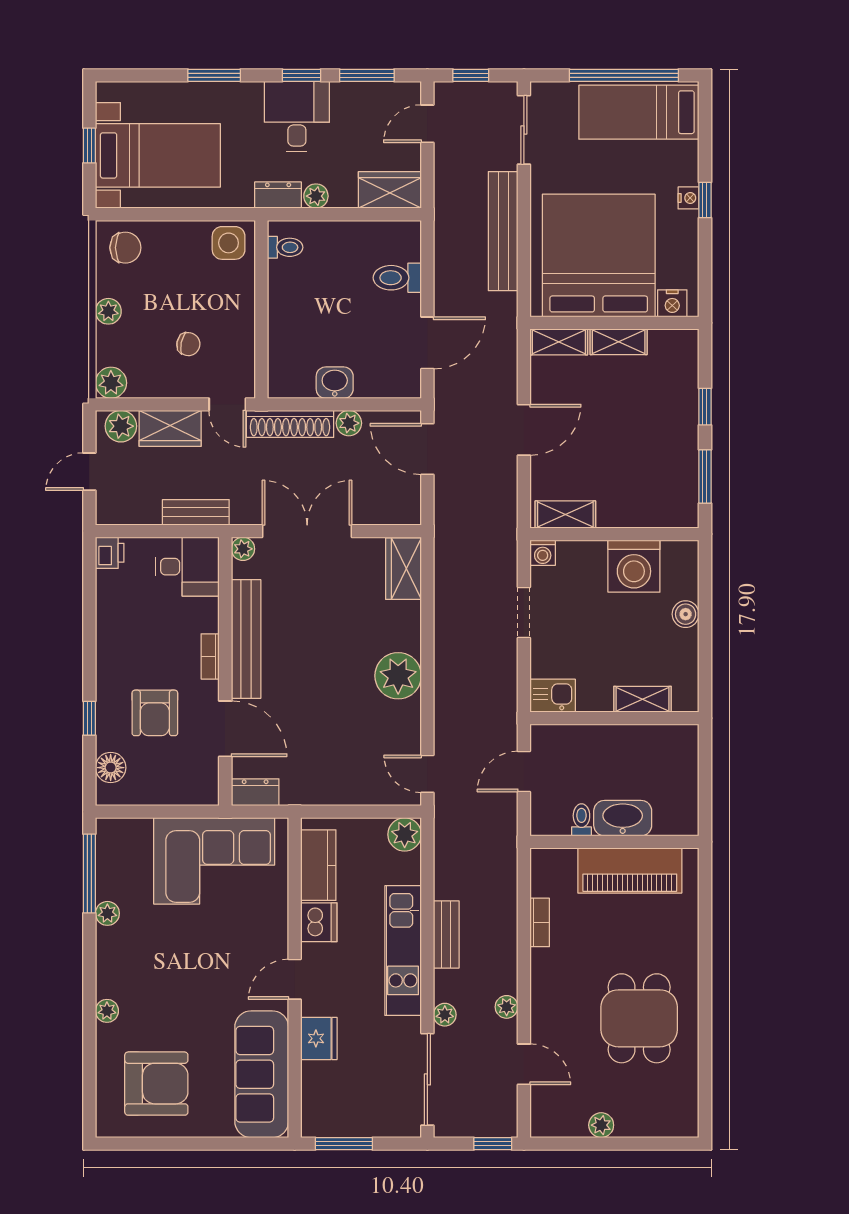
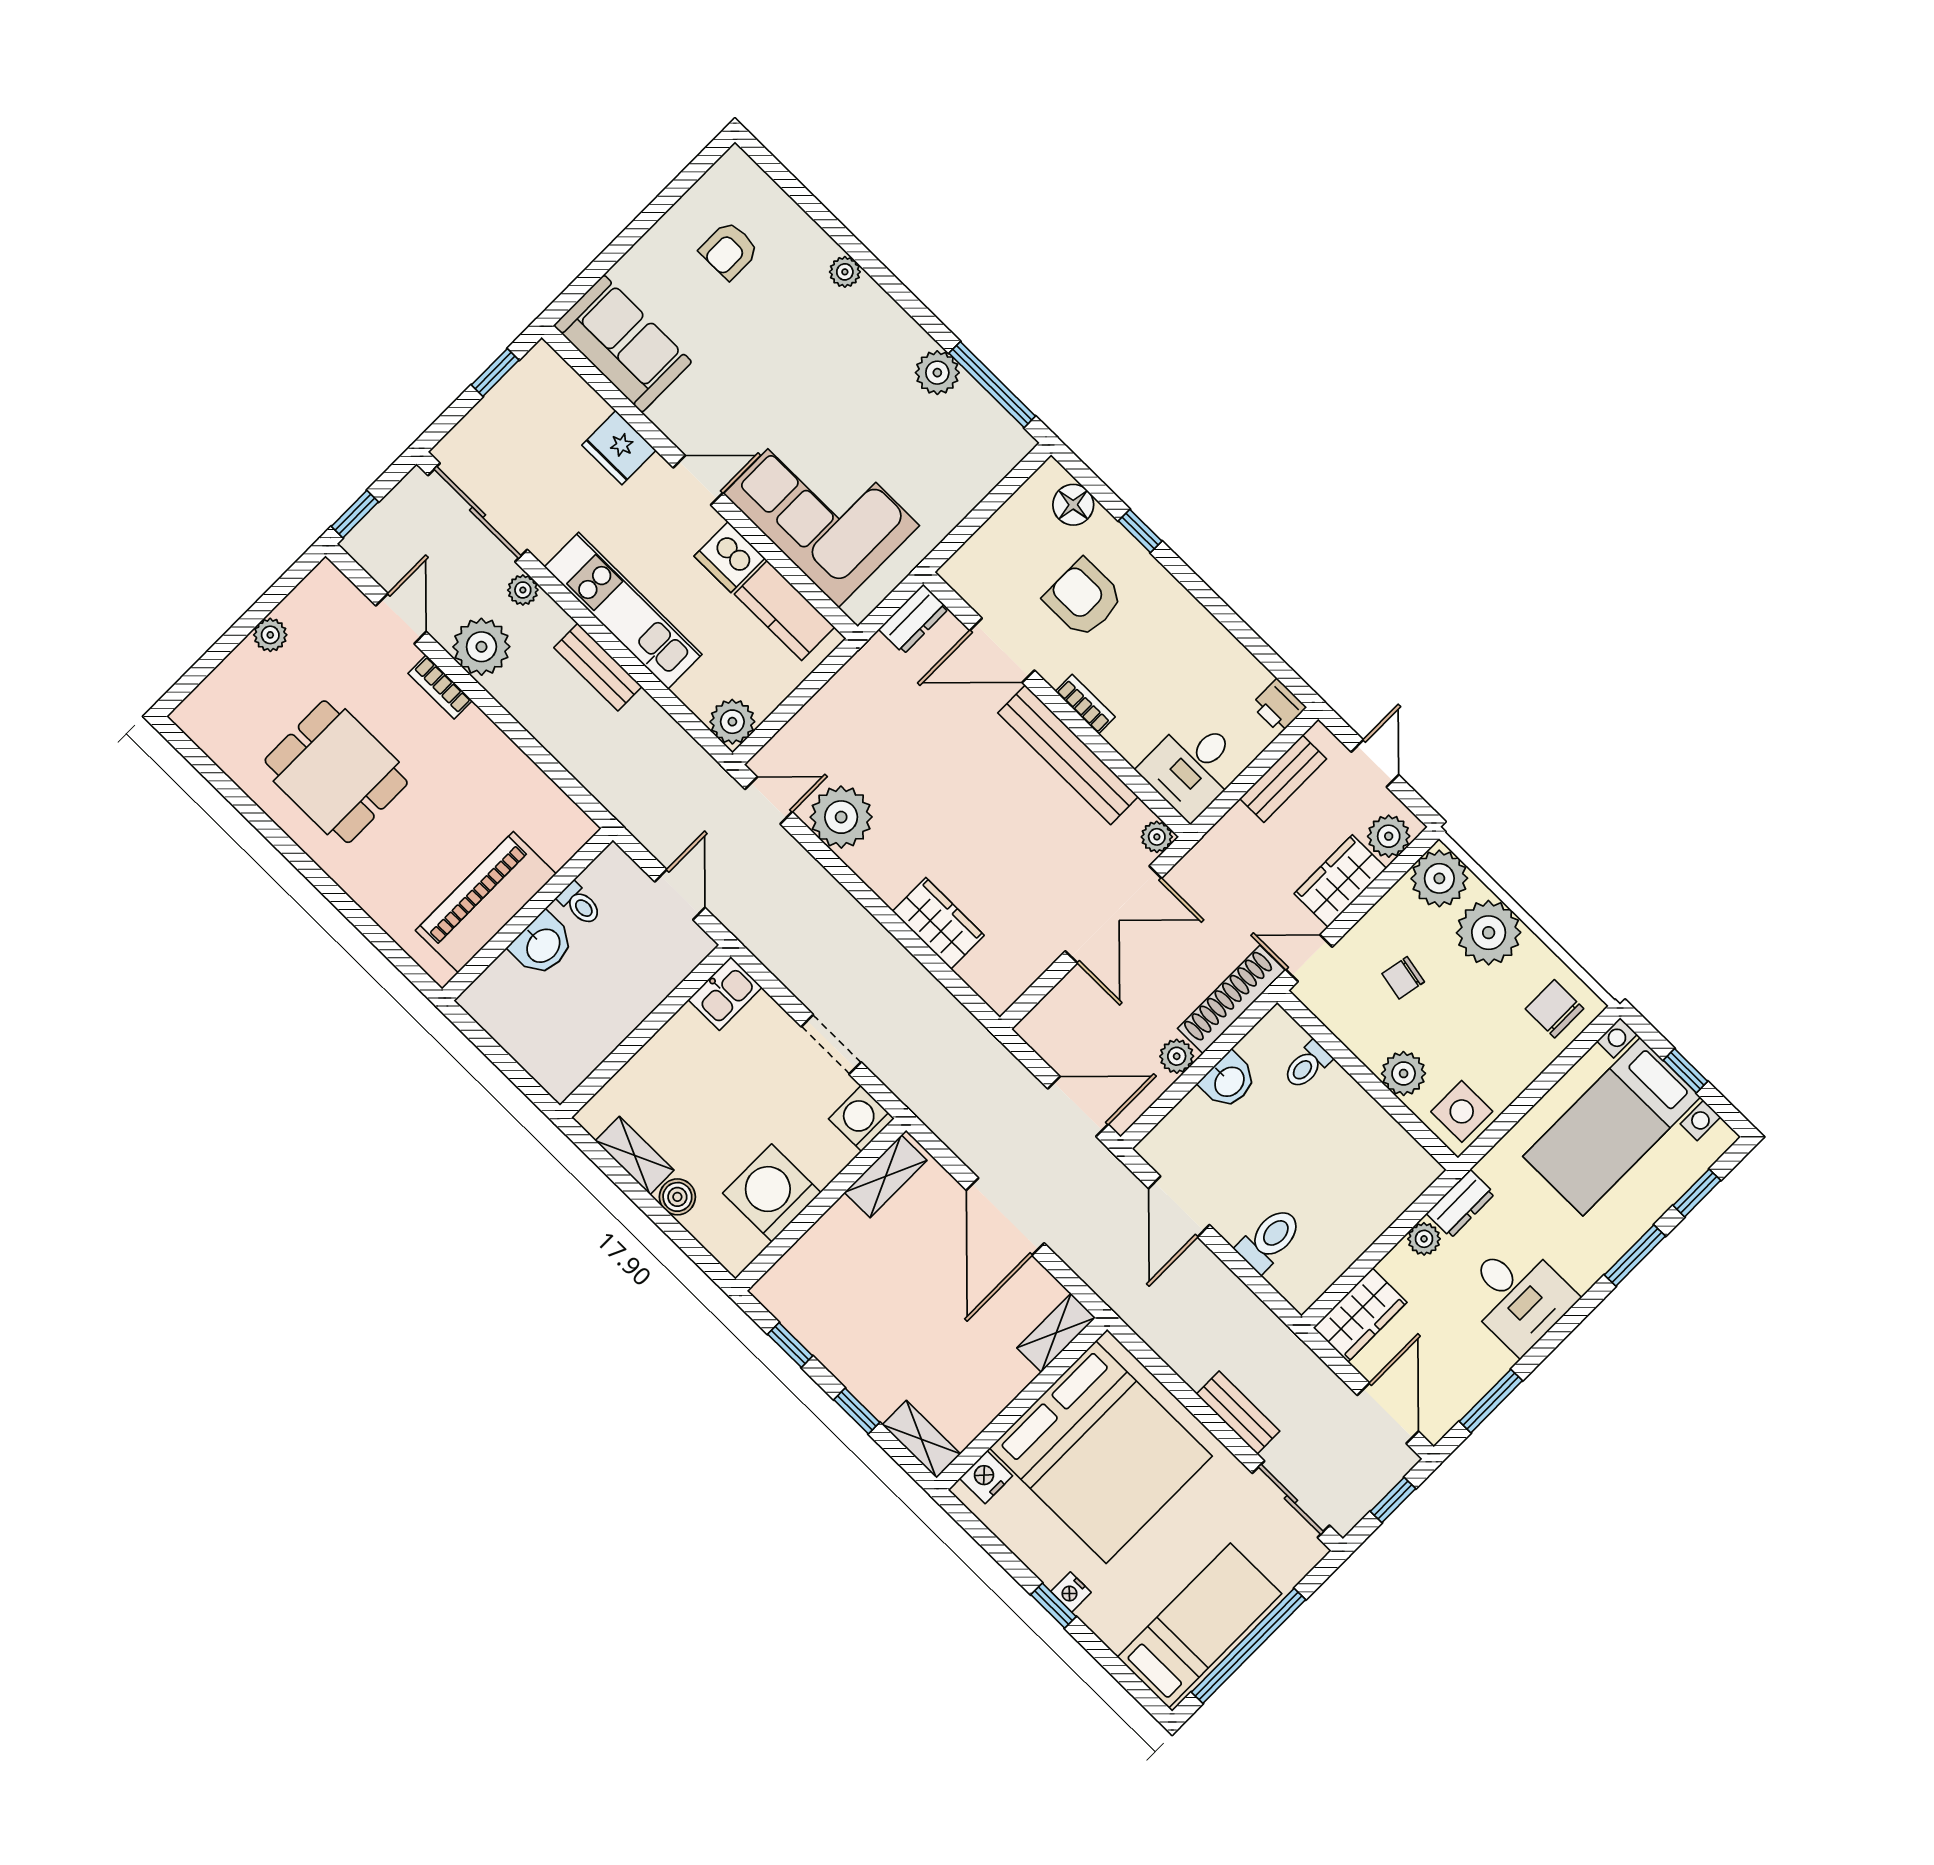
window: (301, 75) -> (1697, 1193), moved
door: (427, 124) -> (1388, 1413), width x1.38
bench: (503, 231) -> (1238, 1413), width x0.54, depth x0.82
toilet: (285, 247) -> (1307, 1065), moved
chair: (125, 248) -> (1554, 1009), turned 90
plant: (239, 294) -> (1404, 1073), added
plant: (108, 311) -> (1489, 933), width x1.87, depth x1.87
shelving: (619, 342) -> (921, 1439), moved, turned 90
plant: (111, 383) -> (1439, 878), width x1.36, depth x1.36
door: (524, 430) -> (1005, 1217), width x1.36
window: (705, 477) -> (790, 1345), width x0.67
bench: (196, 512) -> (1283, 779), moved
washing machine: (543, 553) -> (861, 1119), width x1.38, depth x1.38
wardrobe: (404, 569) -> (938, 923), moved
plant: (398, 676) -> (841, 817), moved
shelving: (642, 699) -> (635, 1155), moved, turned 90
washbasin: (623, 818) -> (542, 945), width x0.72
corner sofa: (214, 861) -> (821, 510), moved, turned 90
plant: (107, 913) -> (937, 373), width x1.38, depth x1.38
bookcase: (540, 922) -> (440, 687), moved
door: (295, 979) -> (698, 480), hinge flipped
plant: (507, 1007) -> (481, 647), width x1.88, depth x1.88
door: (524, 1064) -> (401, 619), swing flipped
sofa: (262, 1074) -> (623, 344), width x0.73
armchair: (156, 1084) -> (729, 250), width x0.53, depth x0.53
window: (344, 1144) -> (495, 372), width x0.67

